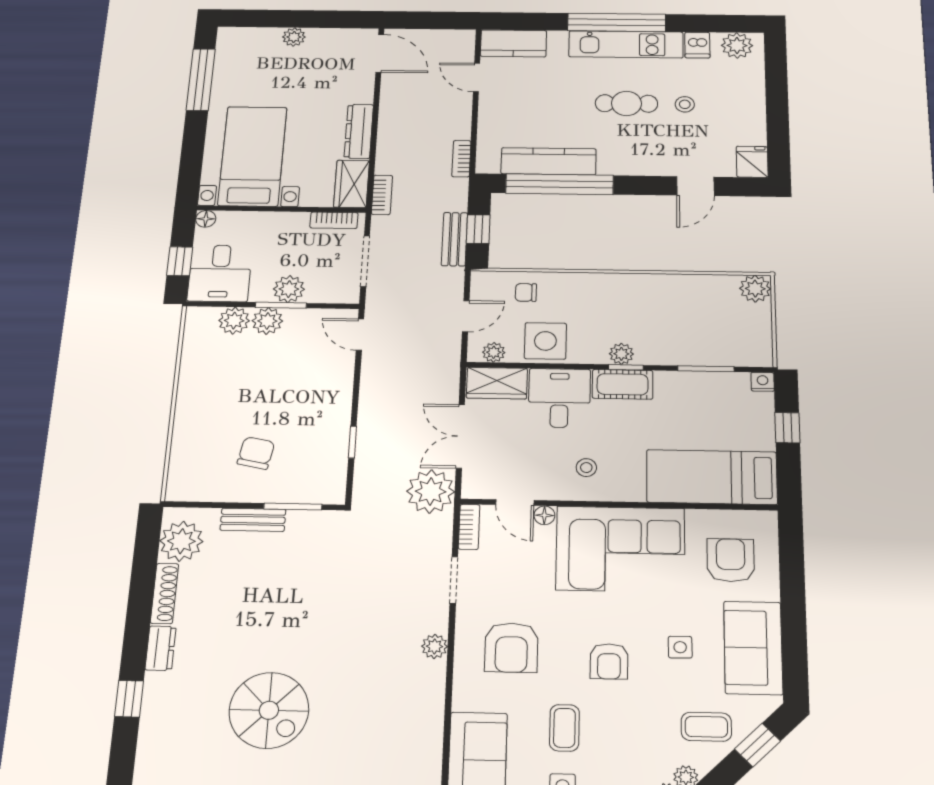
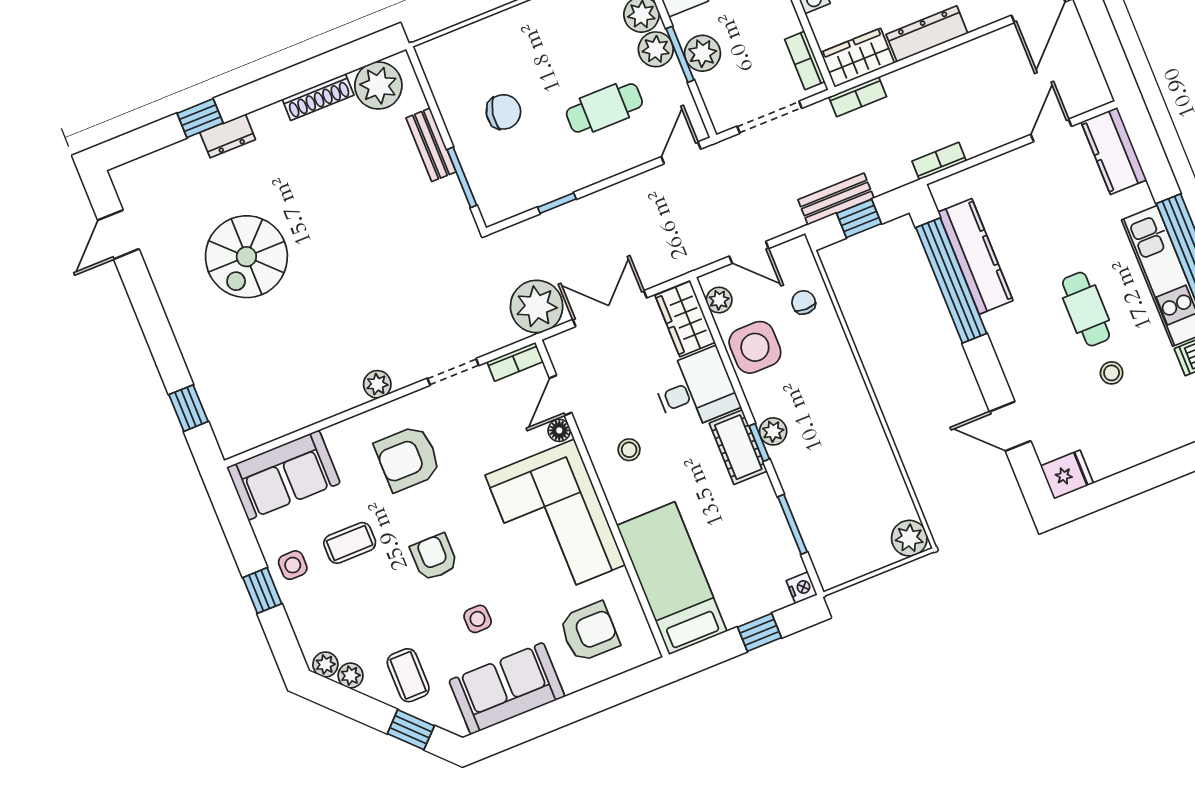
cafe table: (294, 376) -> (604, 108), added
dresser: (161, 648) -> (228, 136), moved
armchair: (609, 661) -> (434, 557), turned 90

